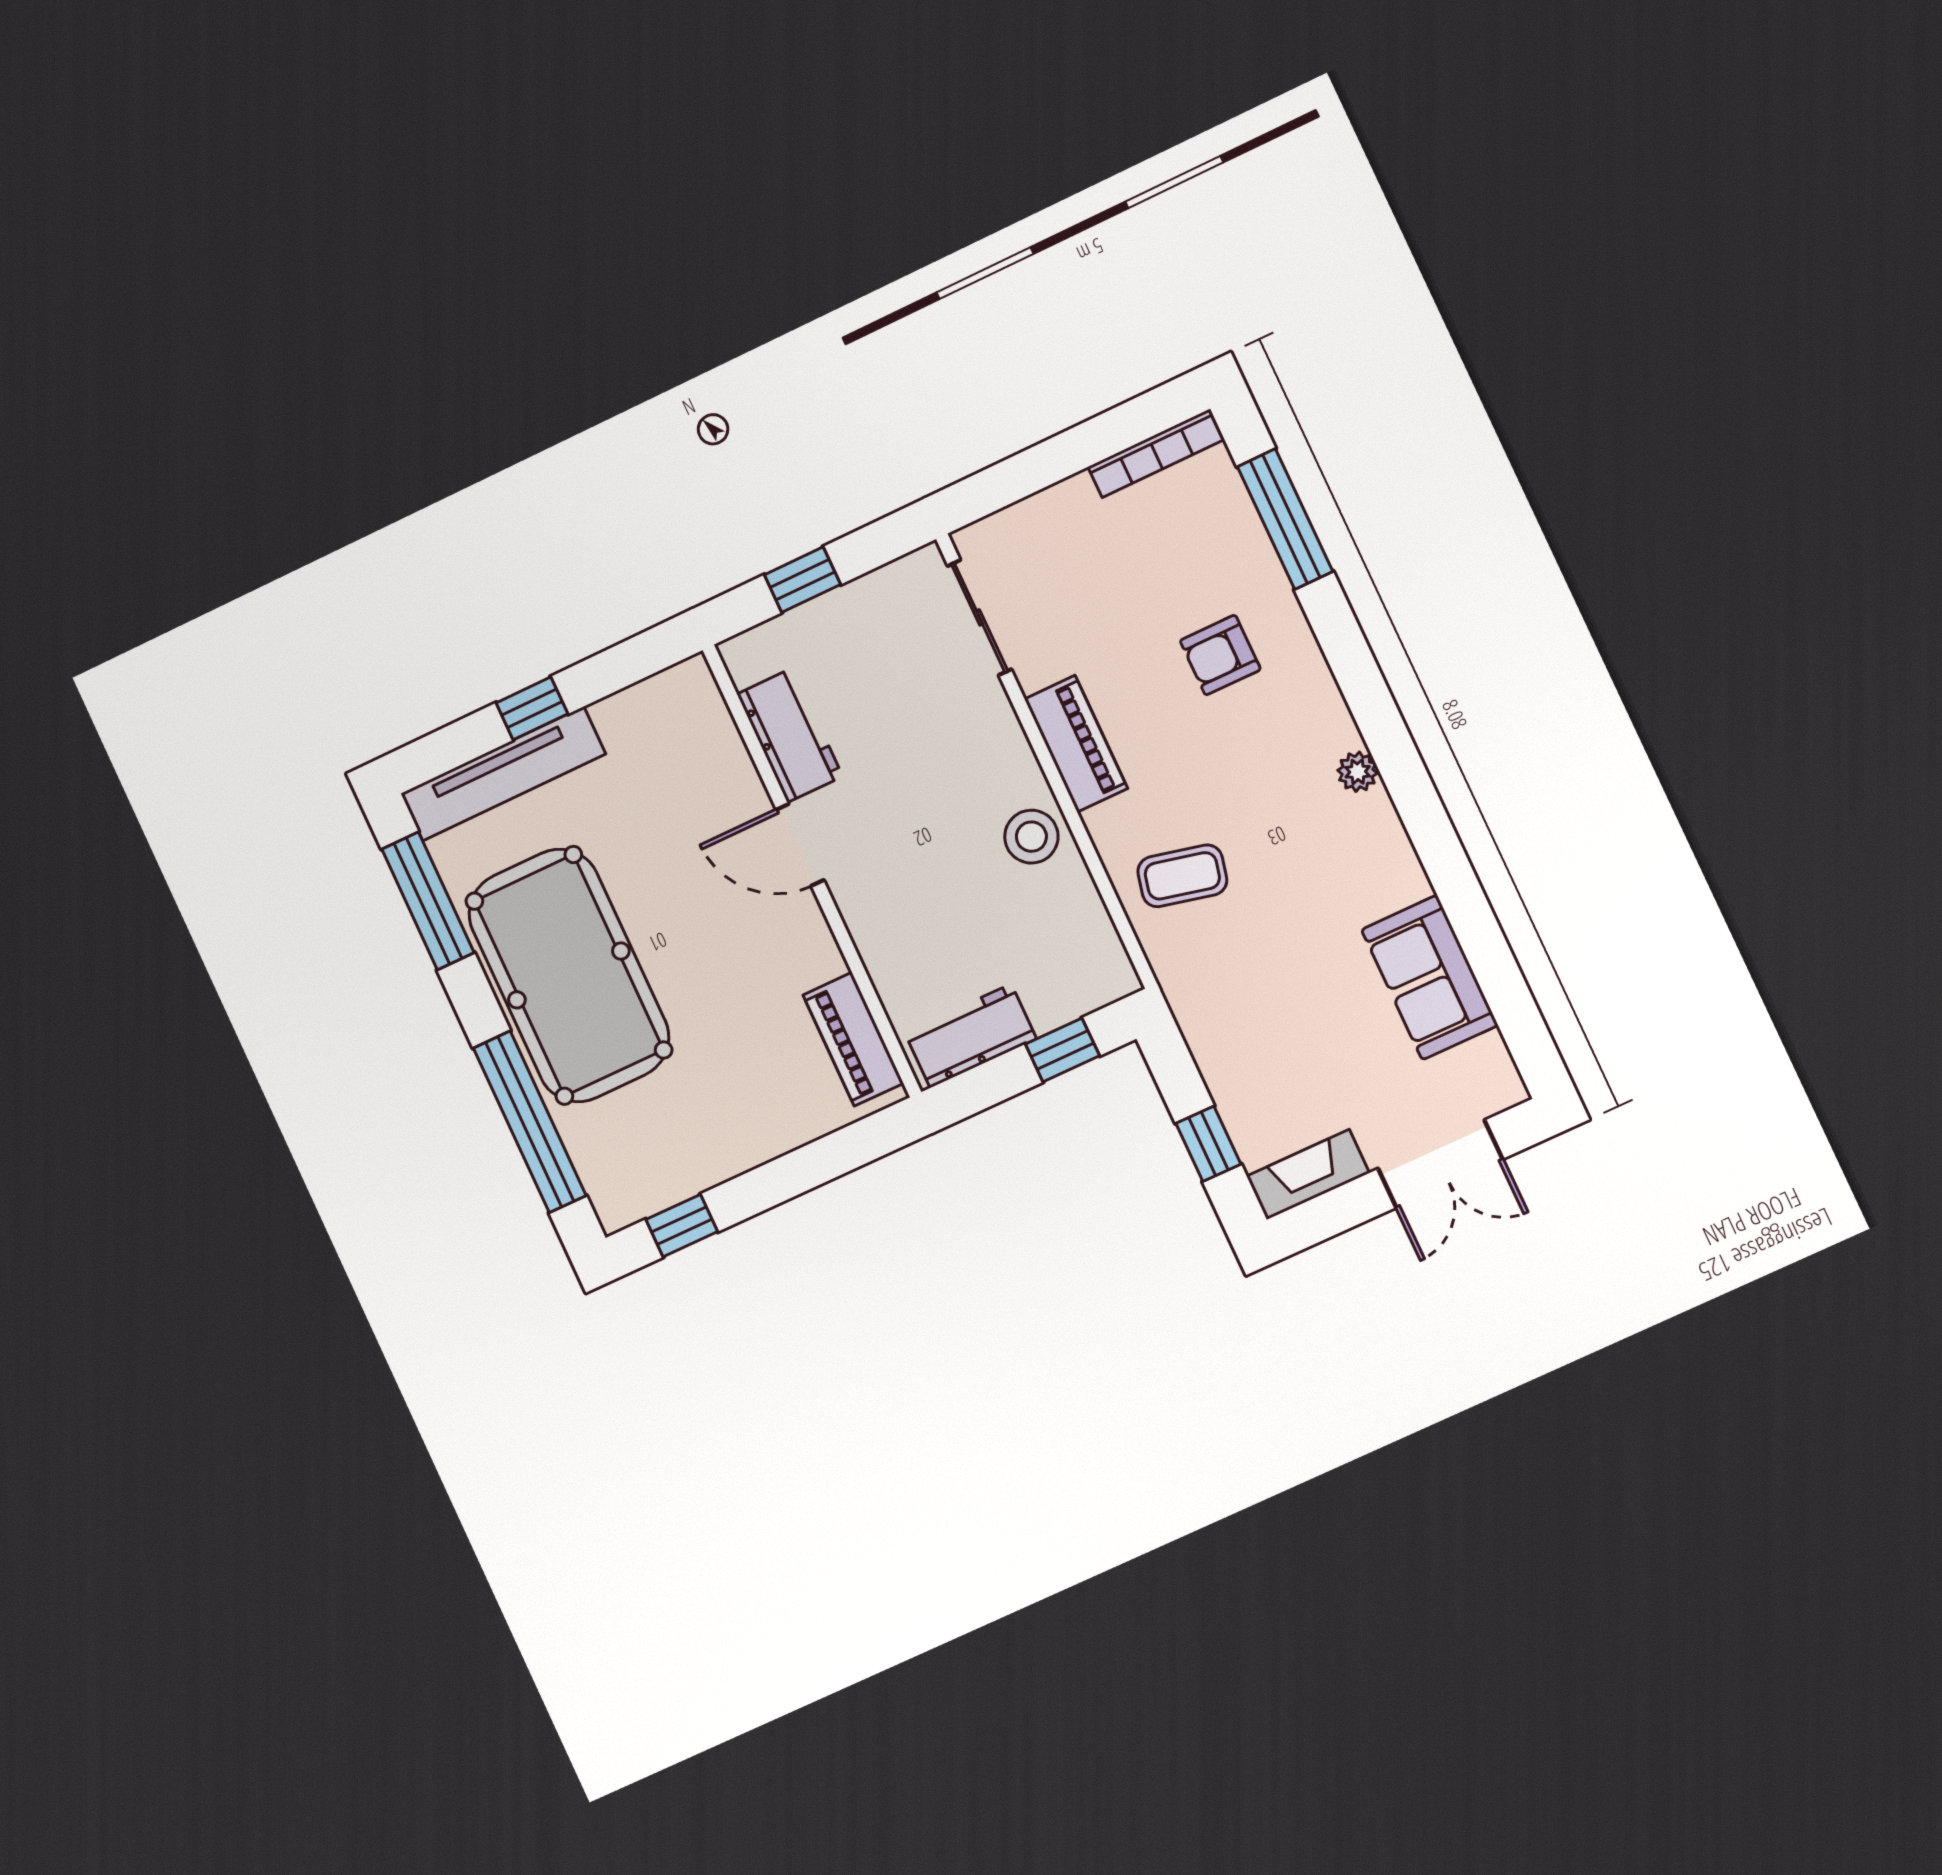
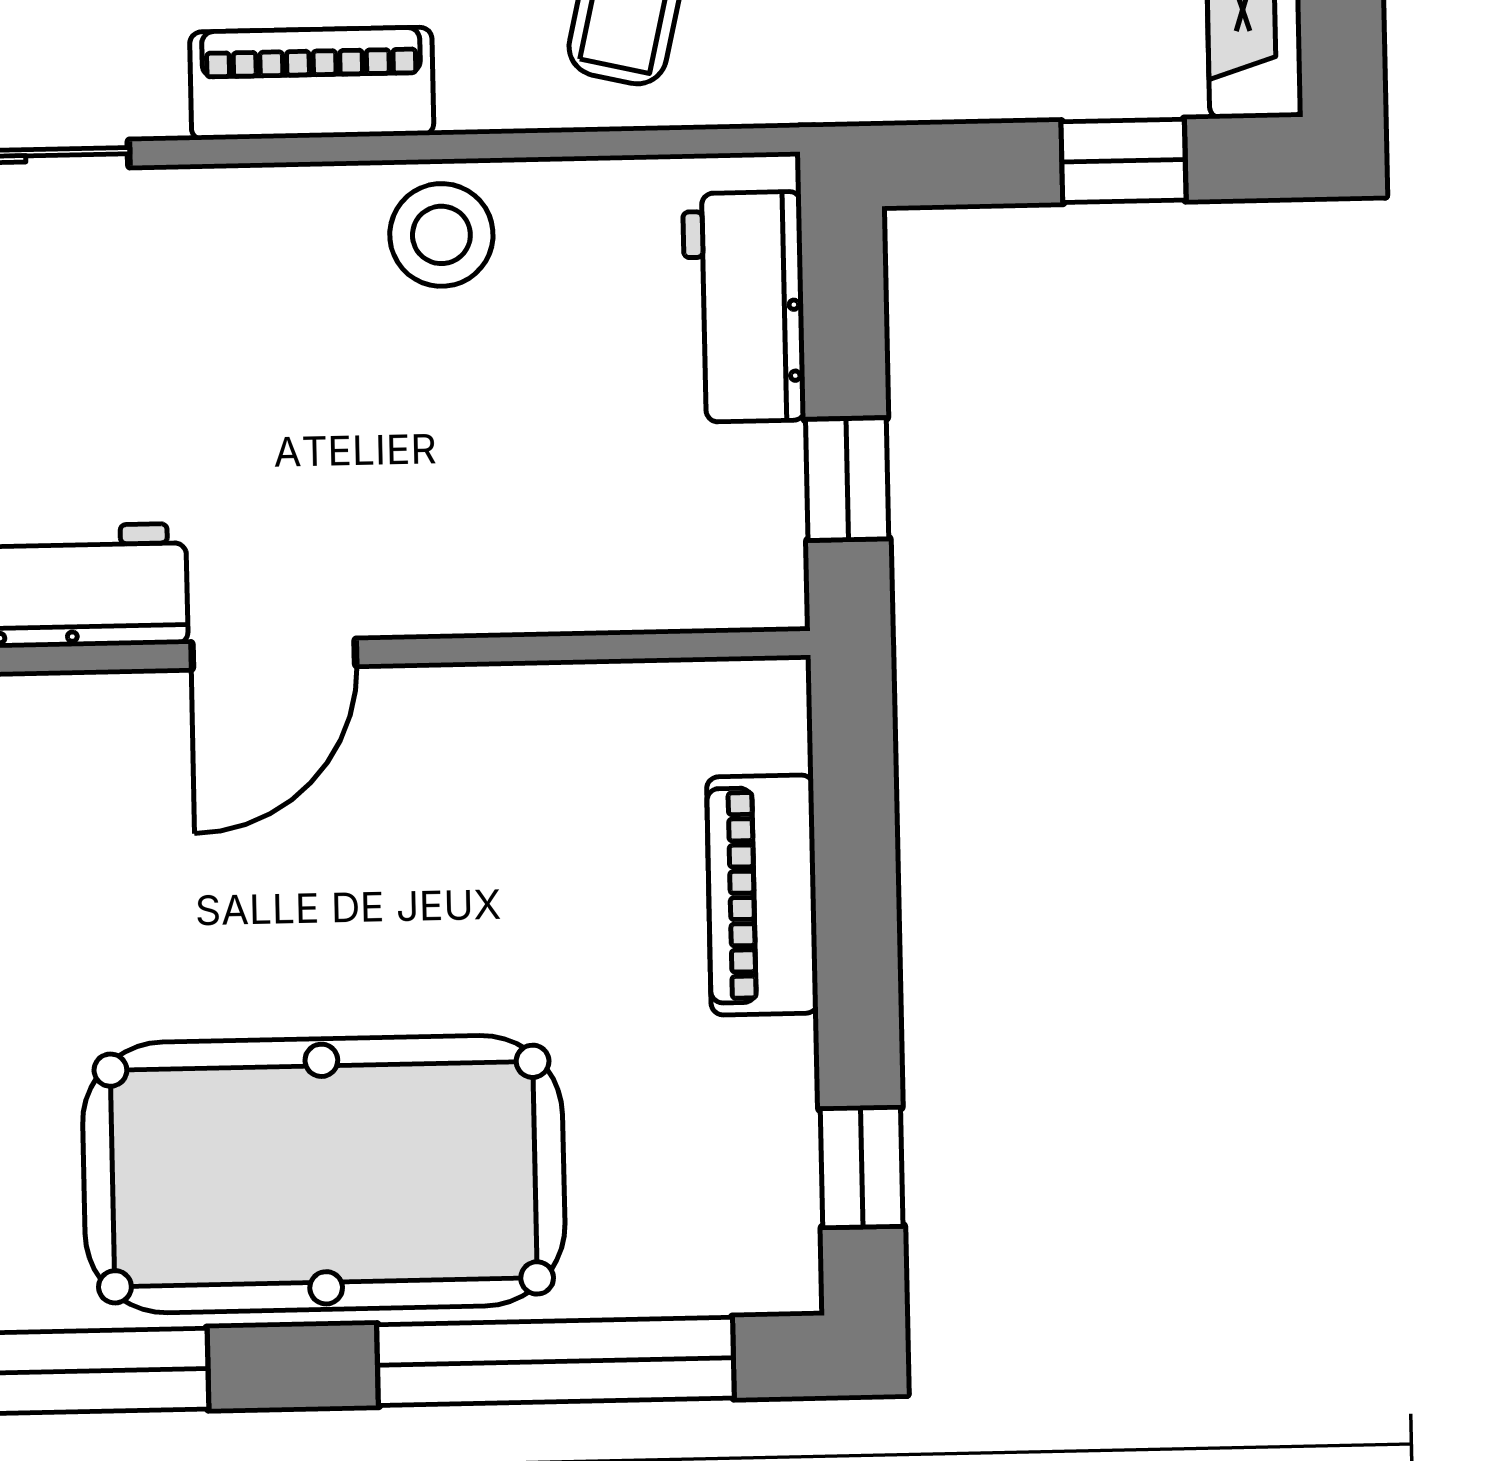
workbench: (971, 1036) -> (744, 307), moved
piano: (853, 1039) -> (762, 895), moved, turned 90
window: (1062, 1050) -> (847, 479), moved

